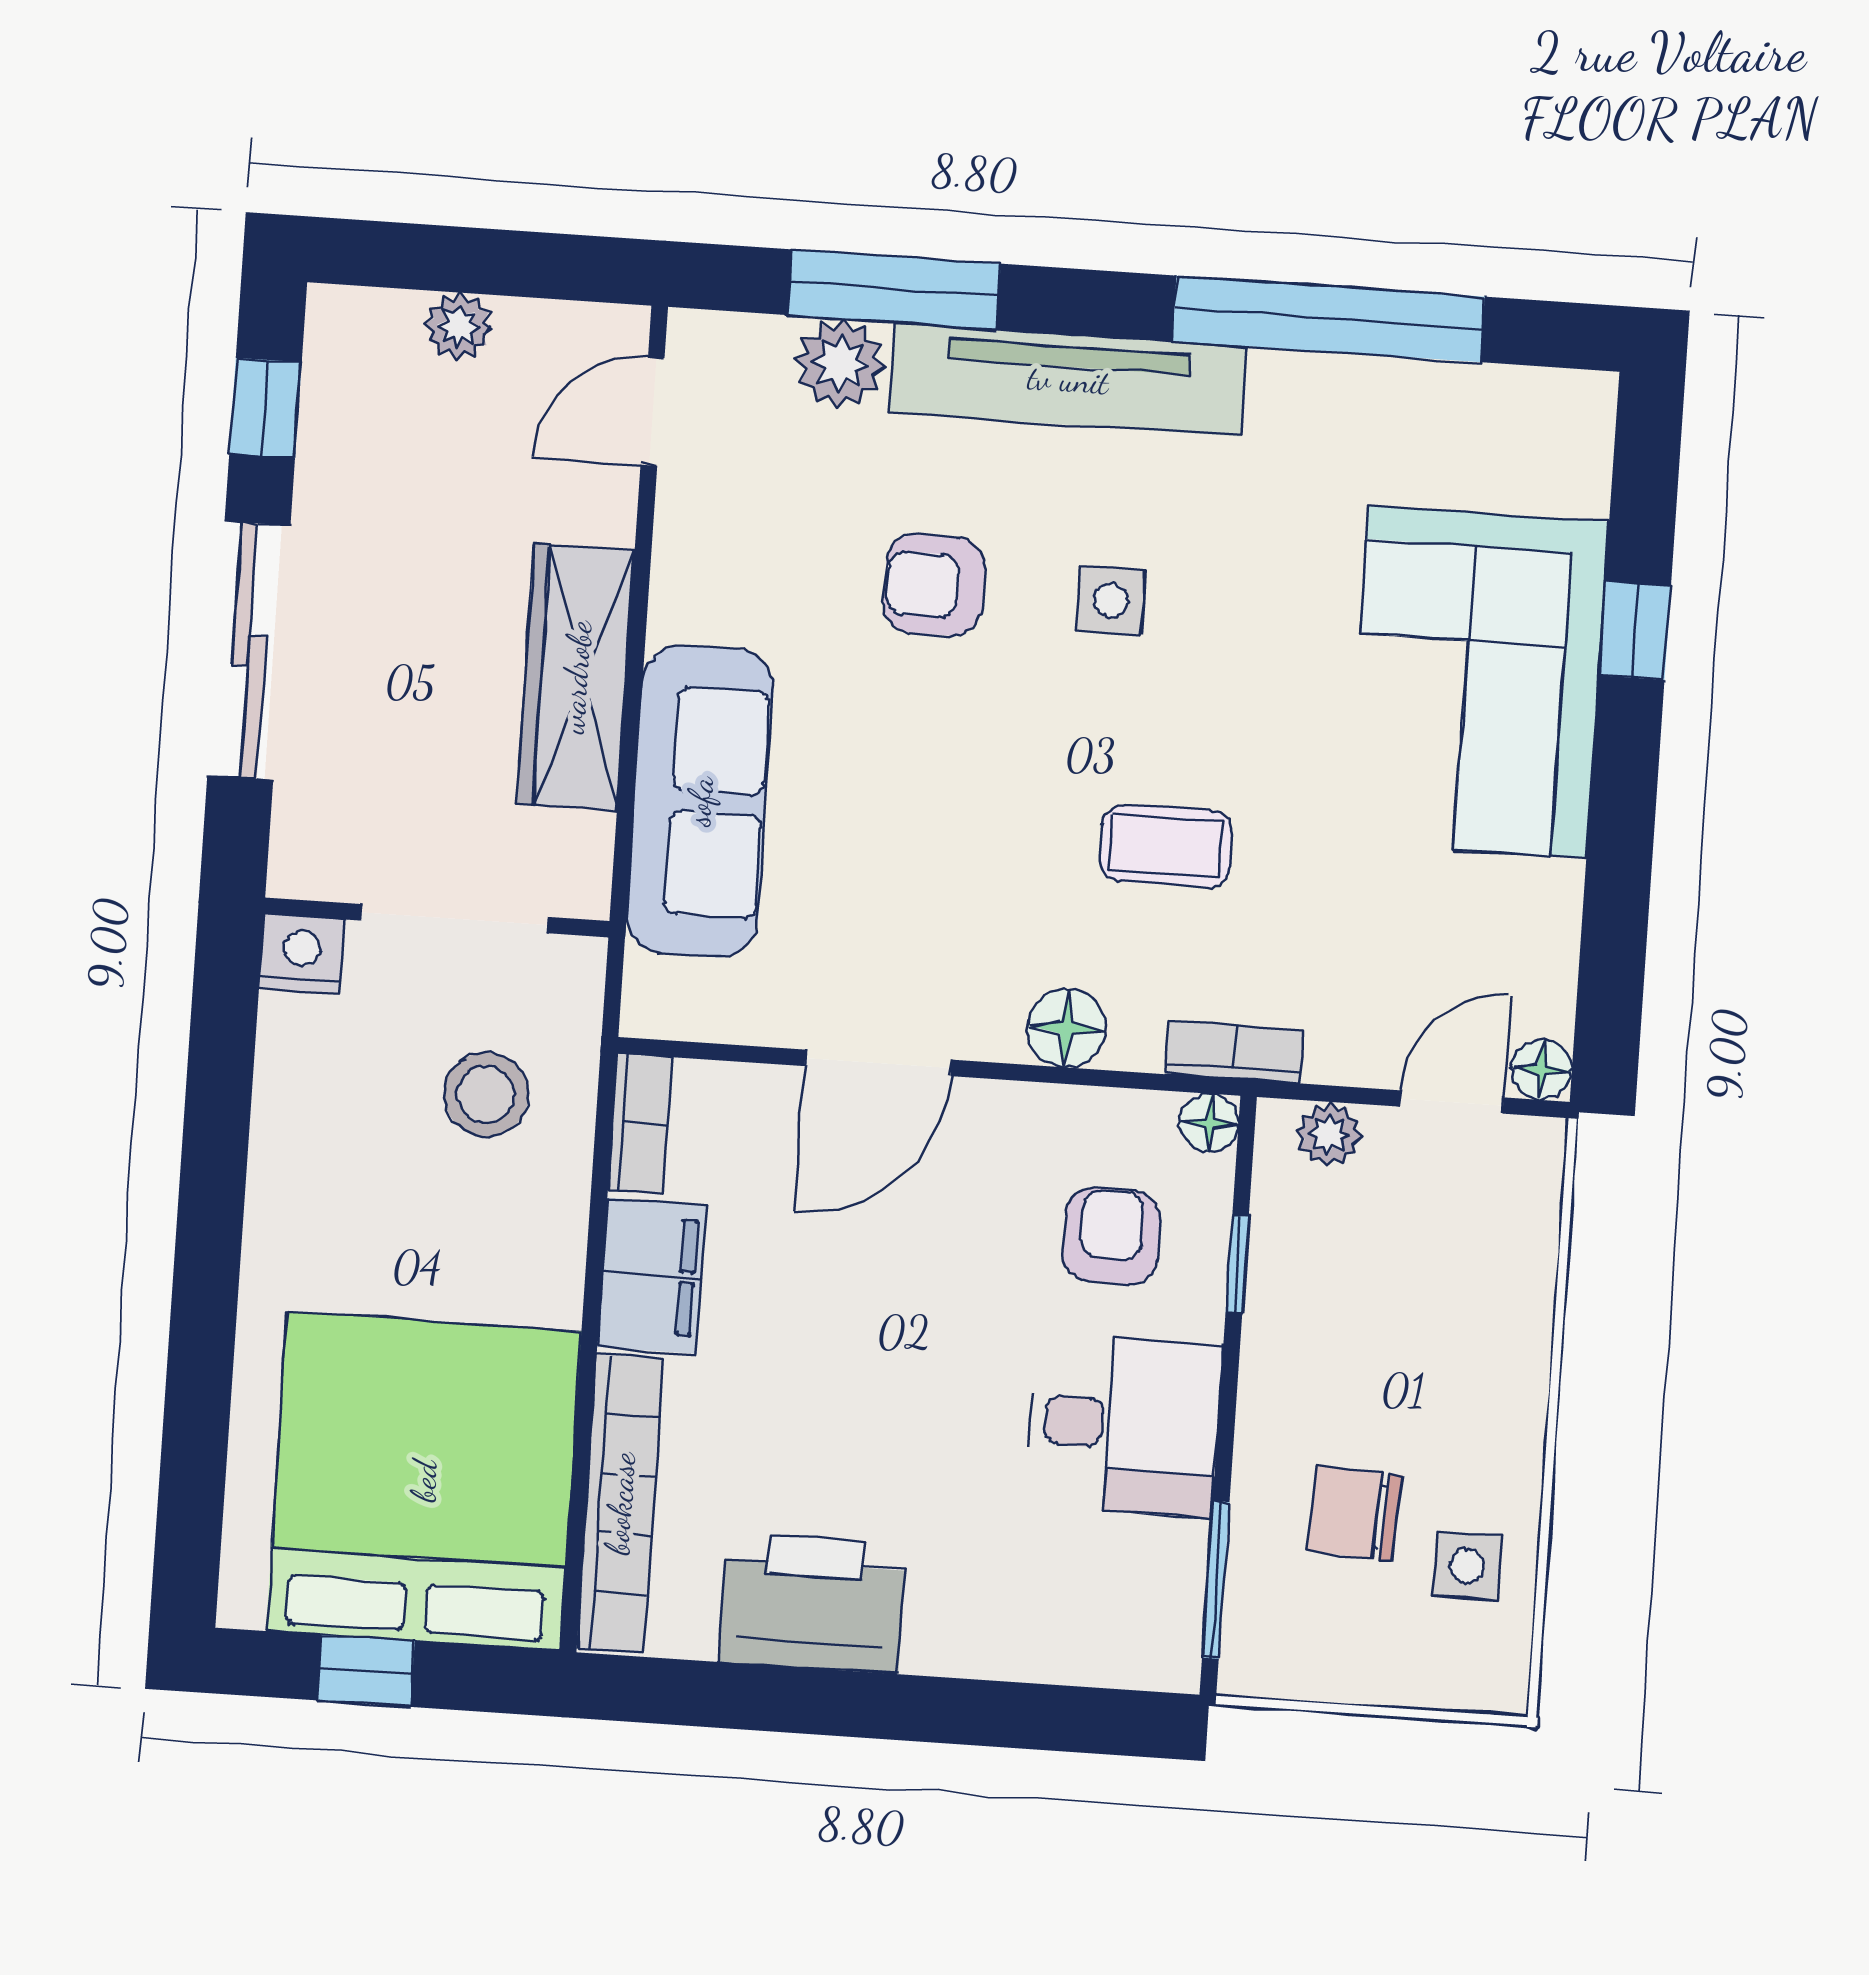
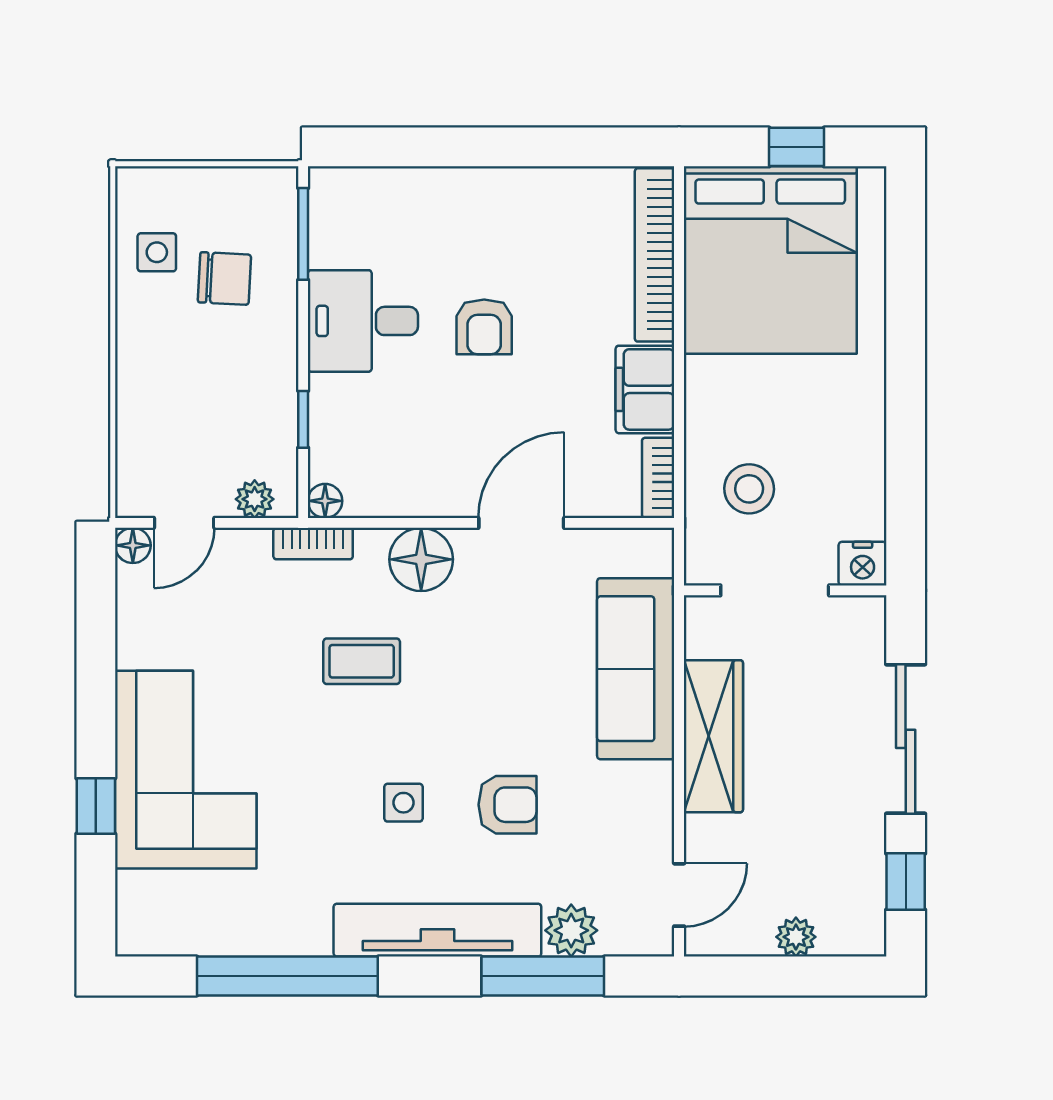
floor lamp: (1066, 1028) -> (421, 559), width x1.38, depth x1.38
armchair: (1111, 1236) -> (484, 327), moved
printer: (813, 1603) -> (538, 204), removed

